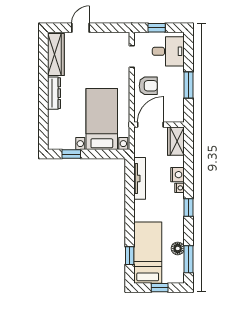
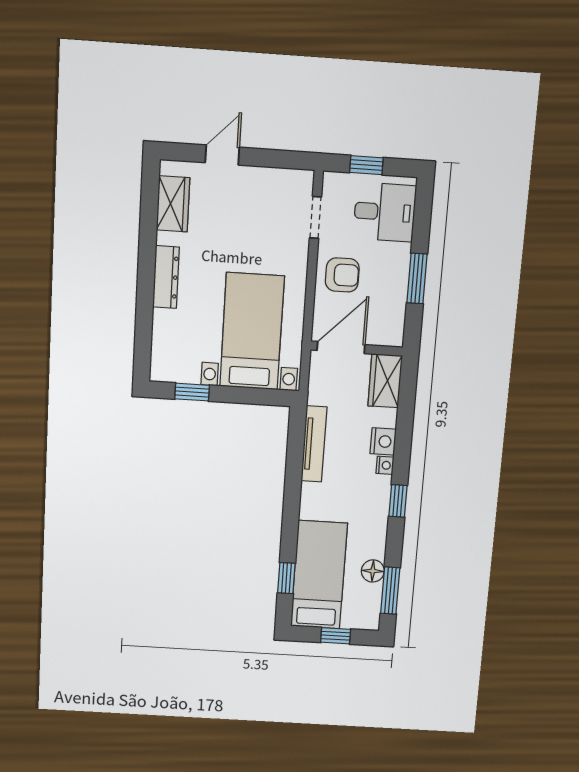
wardrobe: (56, 55) -> (173, 204), width x0.67

